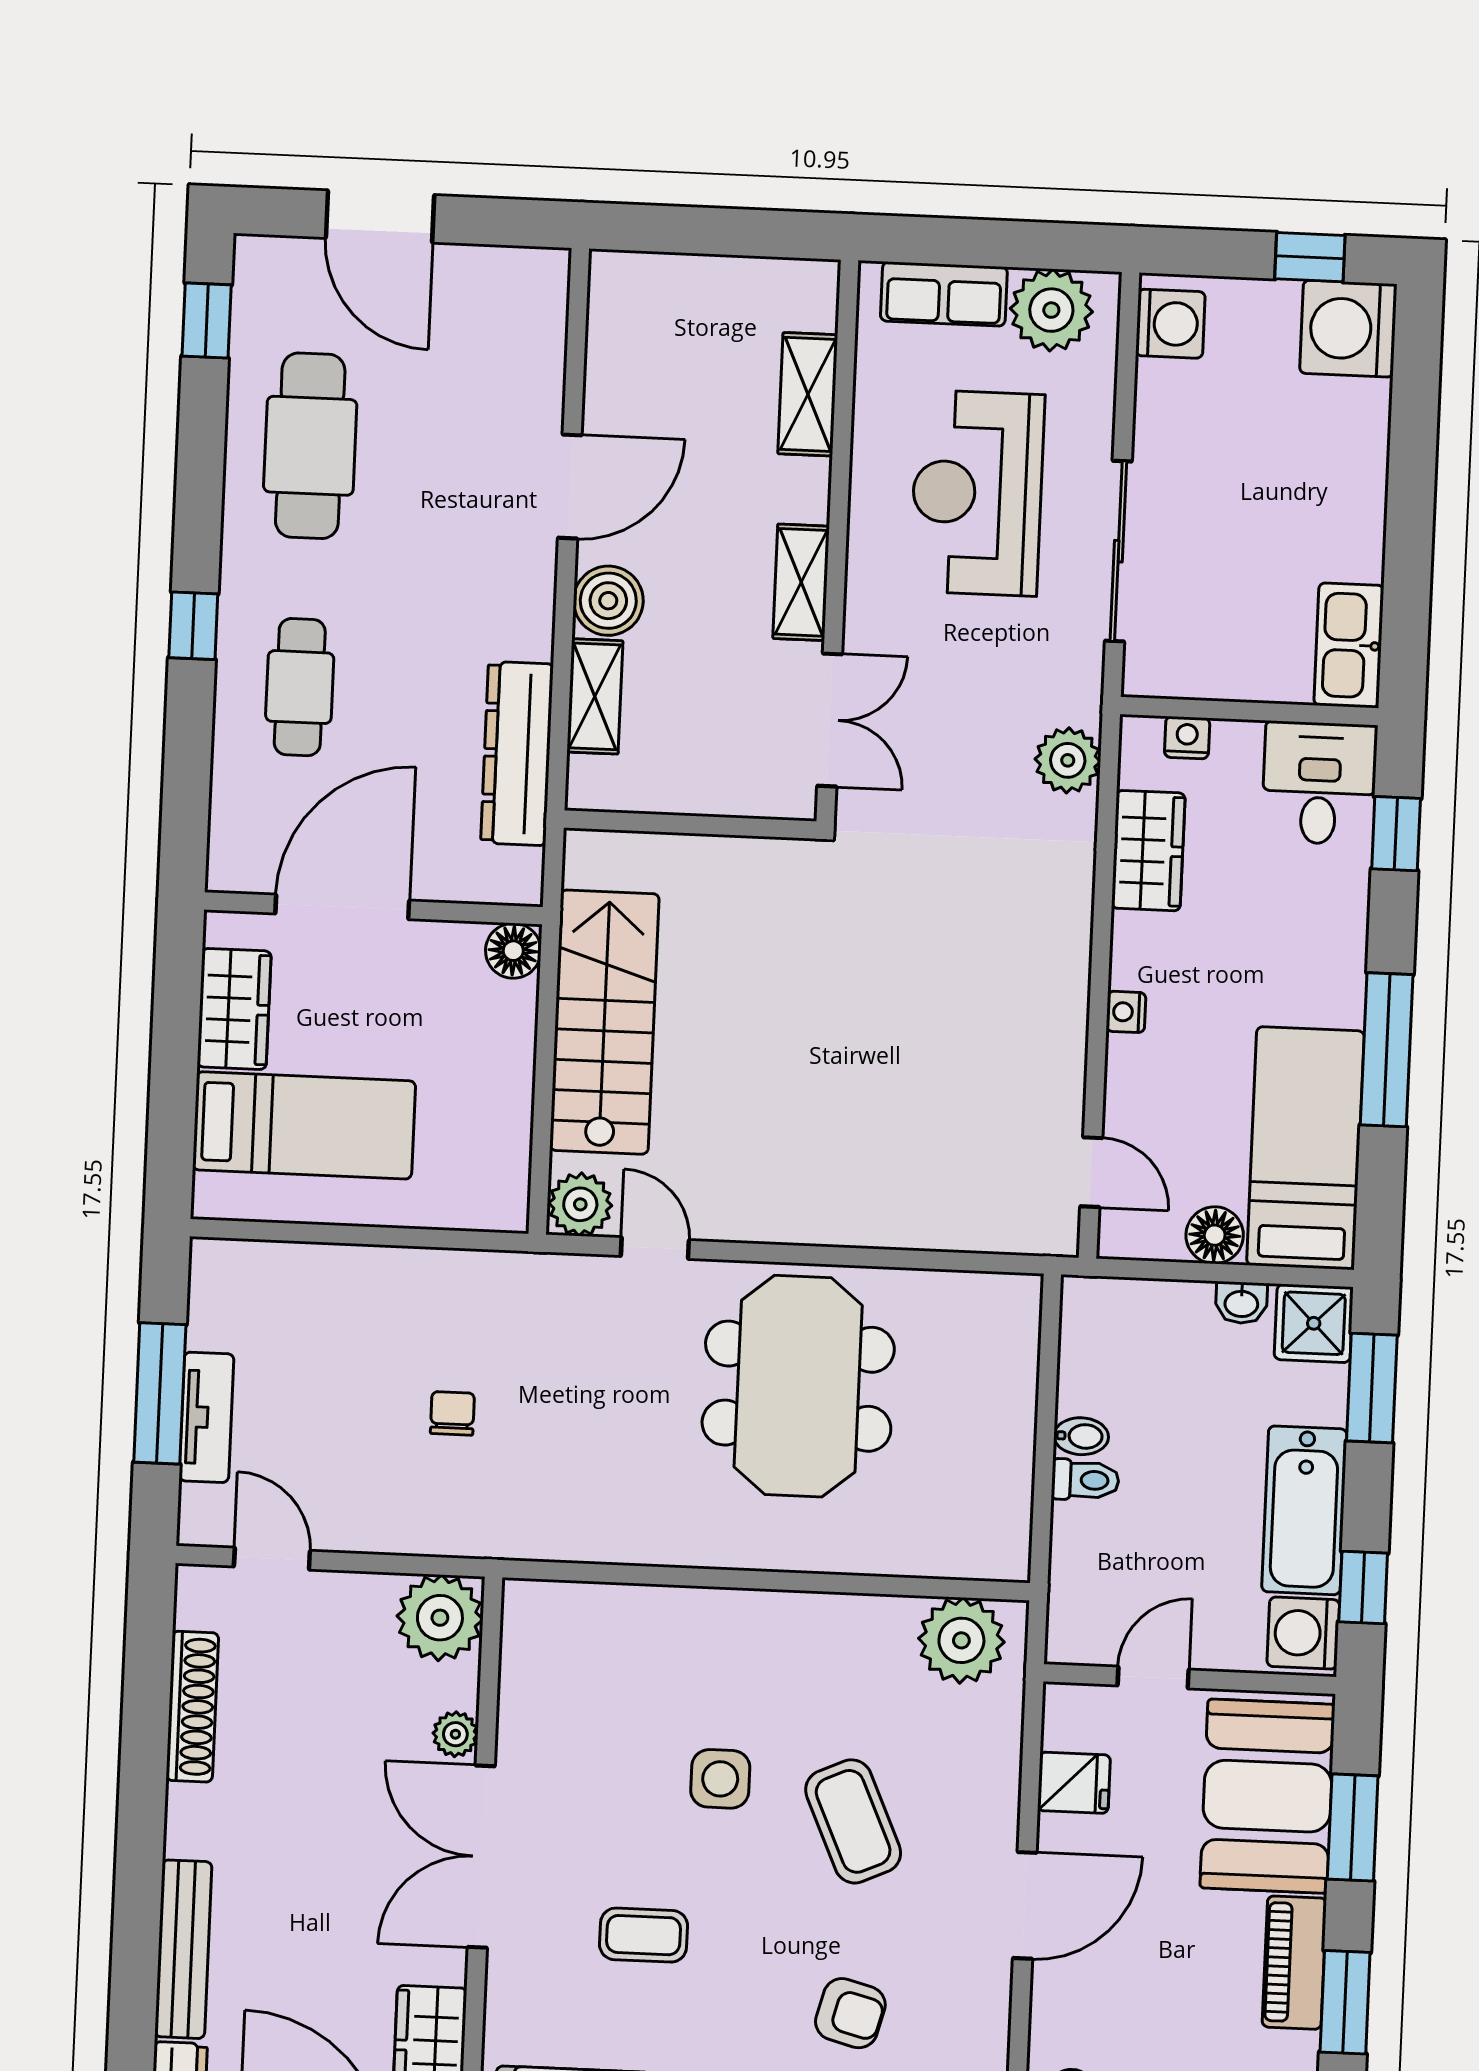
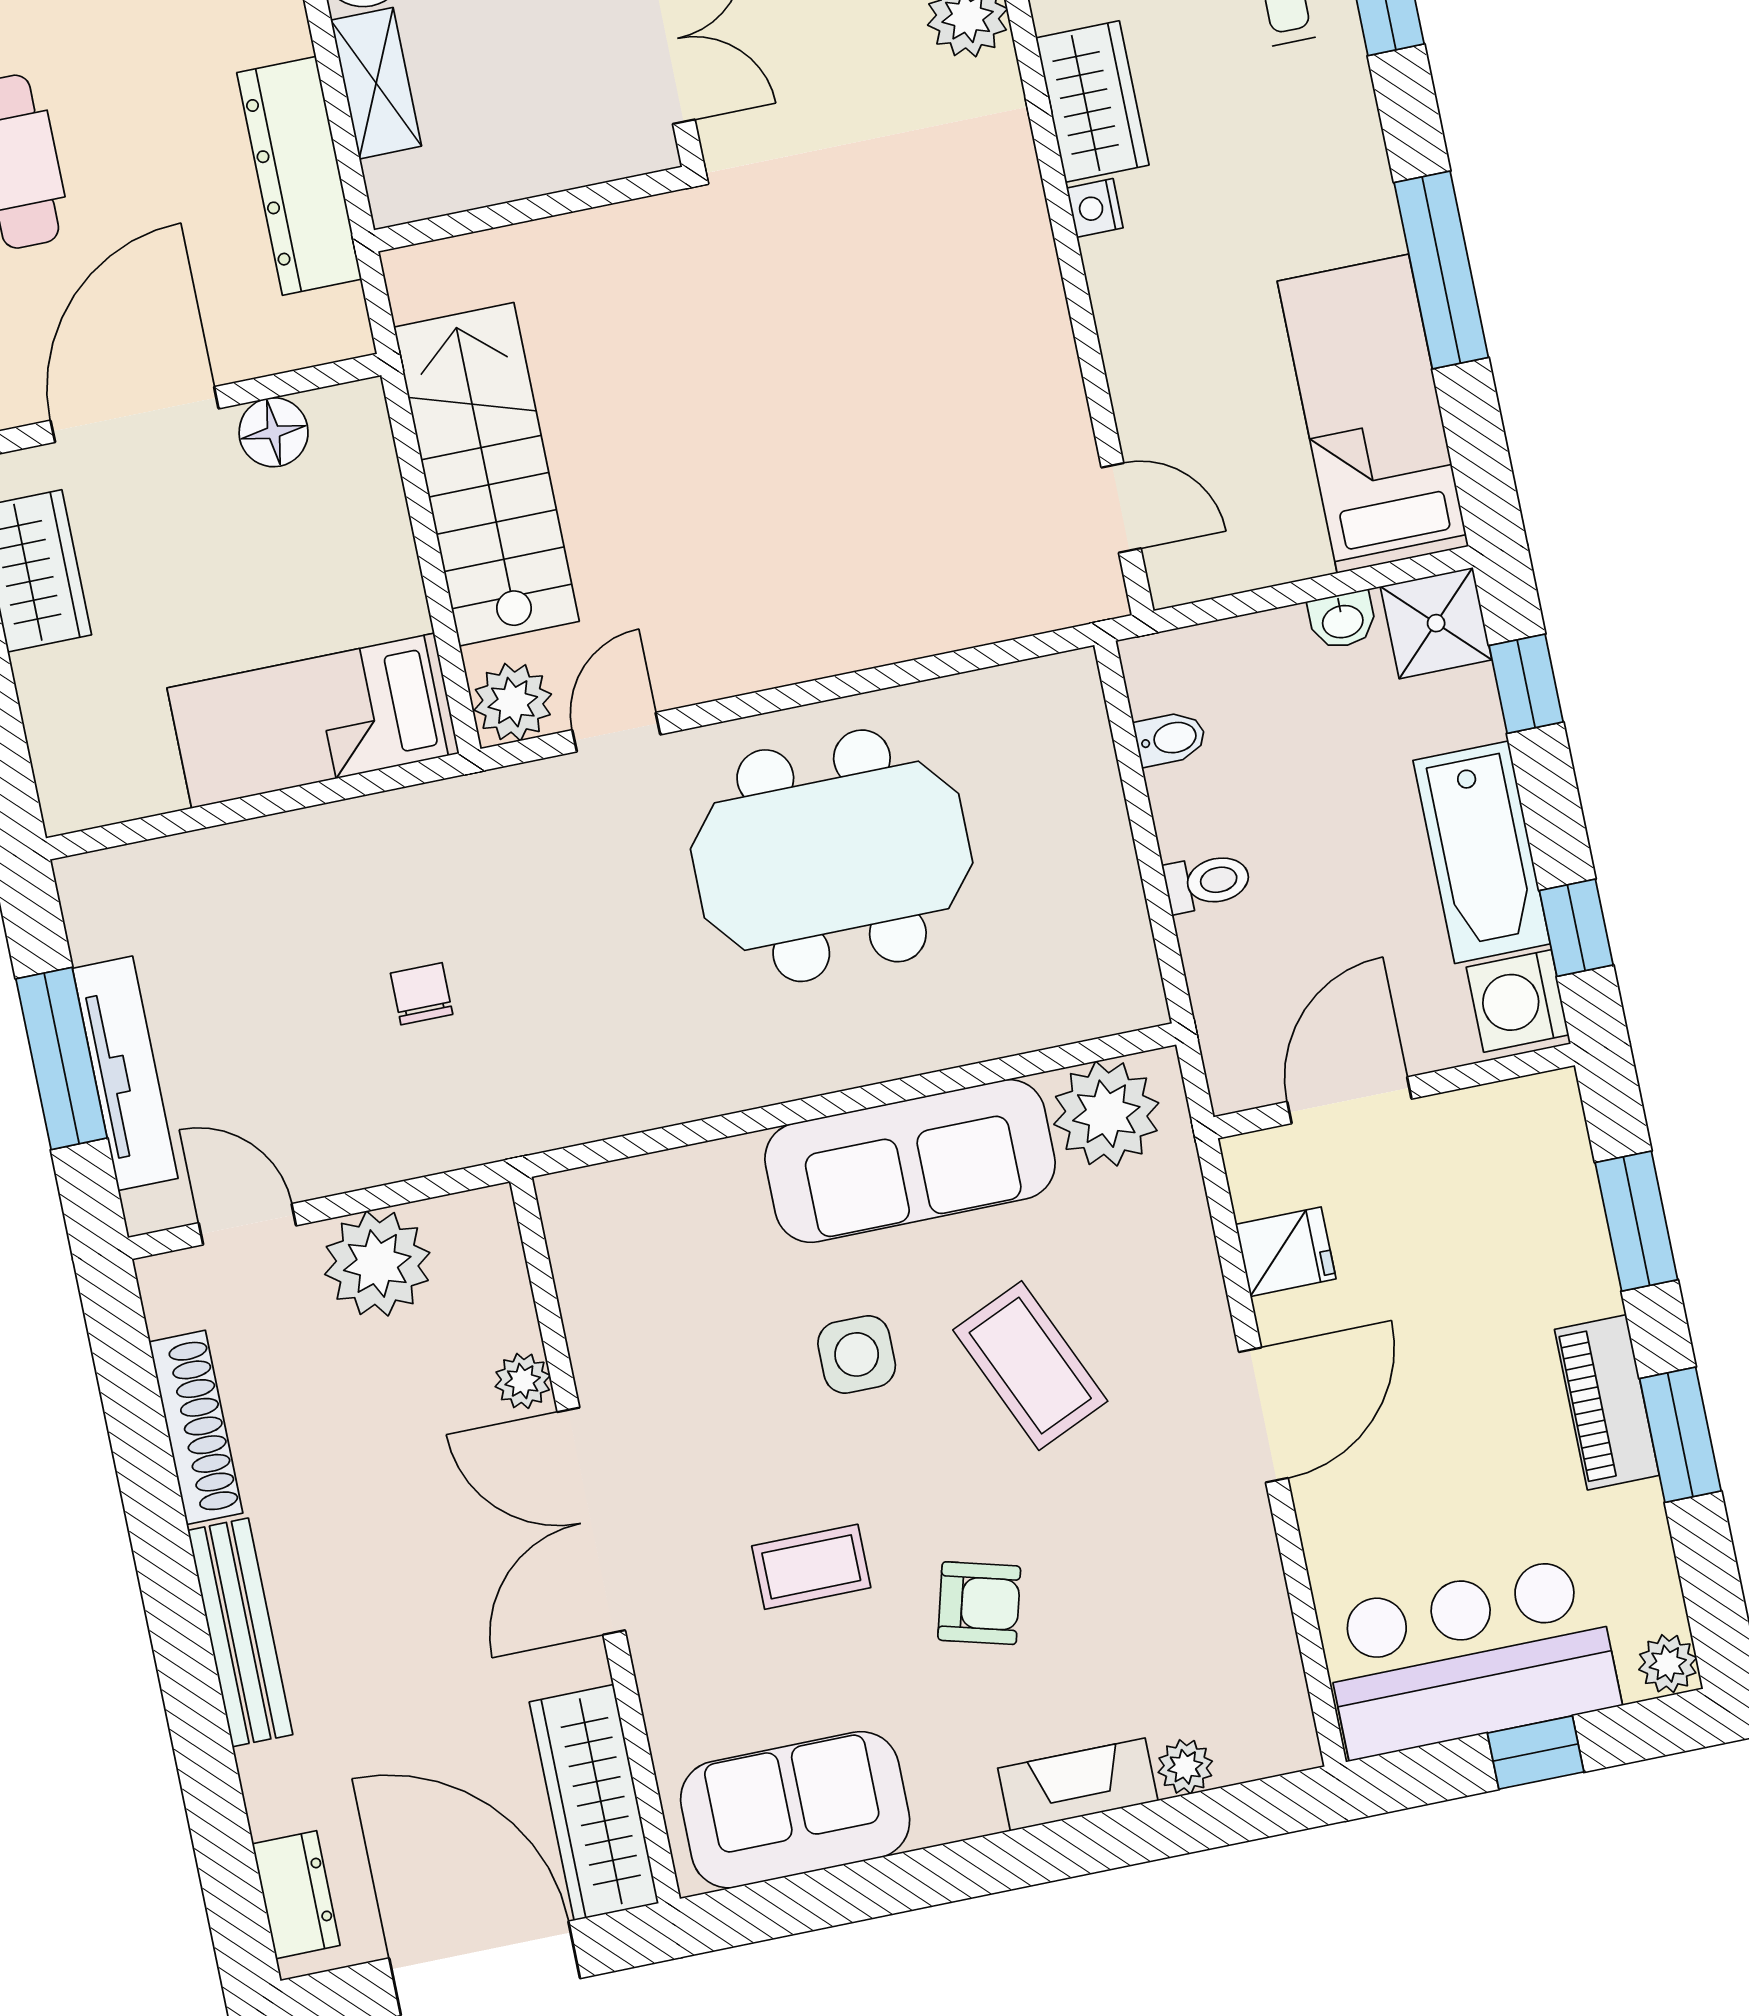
floor lamp: (513, 951) -> (274, 432), moved
nightstand: (1126, 1012) -> (1095, 208), moved
bed: (304, 1125) -> (313, 721), moved, turned 180
floor lamp: (1215, 1235) -> (1289, 547), removed
door: (655, 1248) -> (616, 732), hinge flipped
meeting table: (798, 1386) -> (832, 856), turned 90
window: (1372, 1388) -> (1526, 684), width x0.67
tv unit: (206, 1417) -> (125, 1073), width x1.41
bidet: (1081, 1436) -> (1170, 739), moved
plant: (440, 1618) -> (377, 1263), moved
sofa: (800, 1639) -> (910, 1161), added
door: (1153, 1677) -> (1349, 1100), width x1.38
booth: (1267, 1796) -> (1524, 1209), removed
bench: (183, 1949) -> (240, 1632), moved
armchair: (850, 2013) -> (979, 1603), moved

